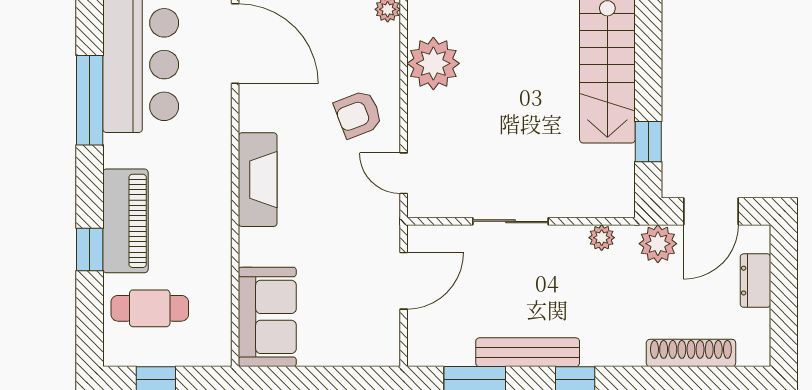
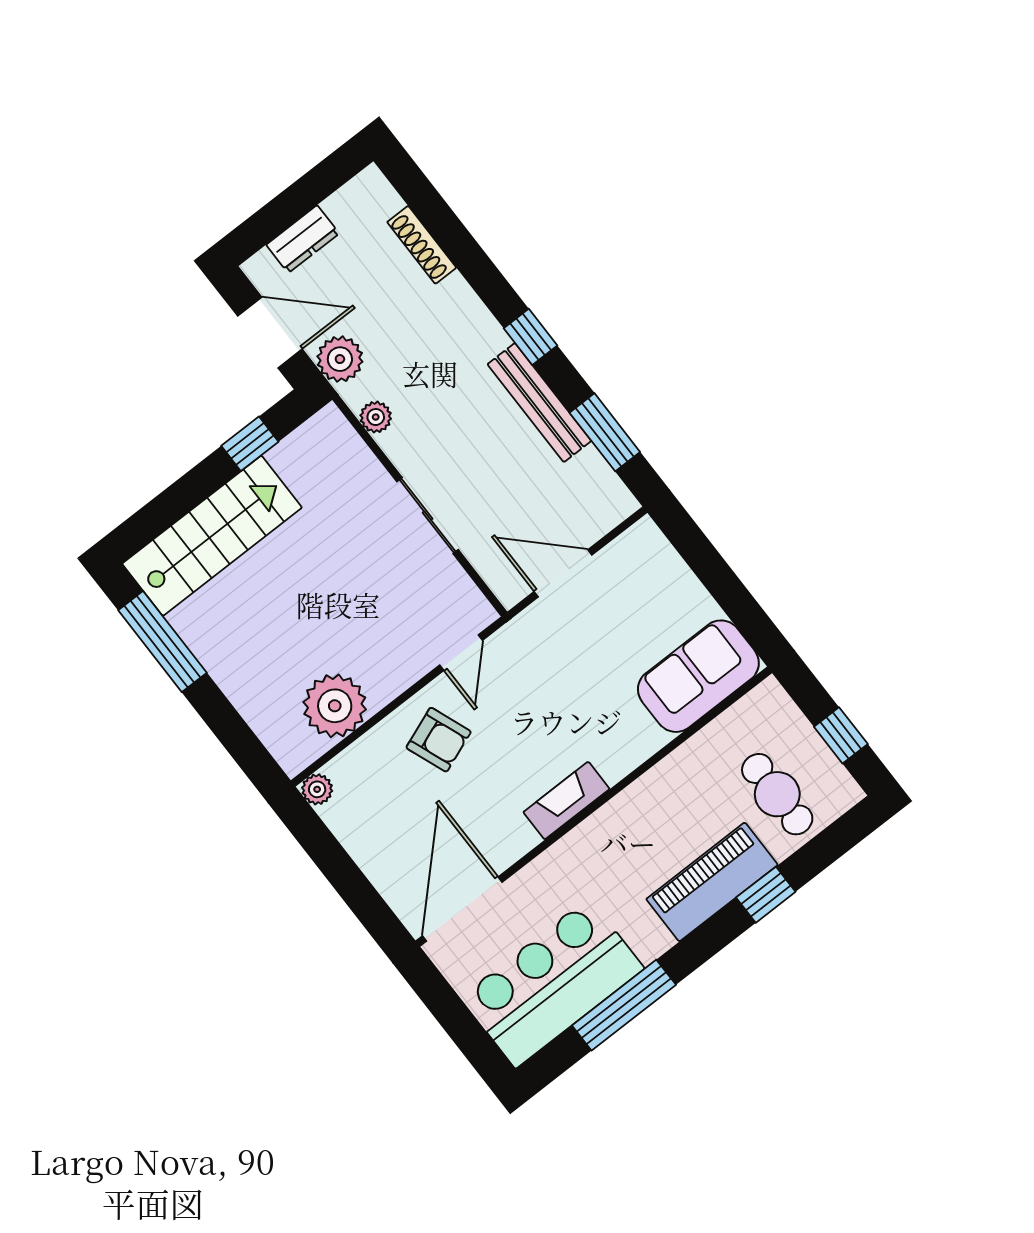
fireplace: (258, 180) -> (566, 801), width x0.73, depth x0.76
shoe rack: (691, 353) -> (422, 245), width x0.74, depth x0.81

